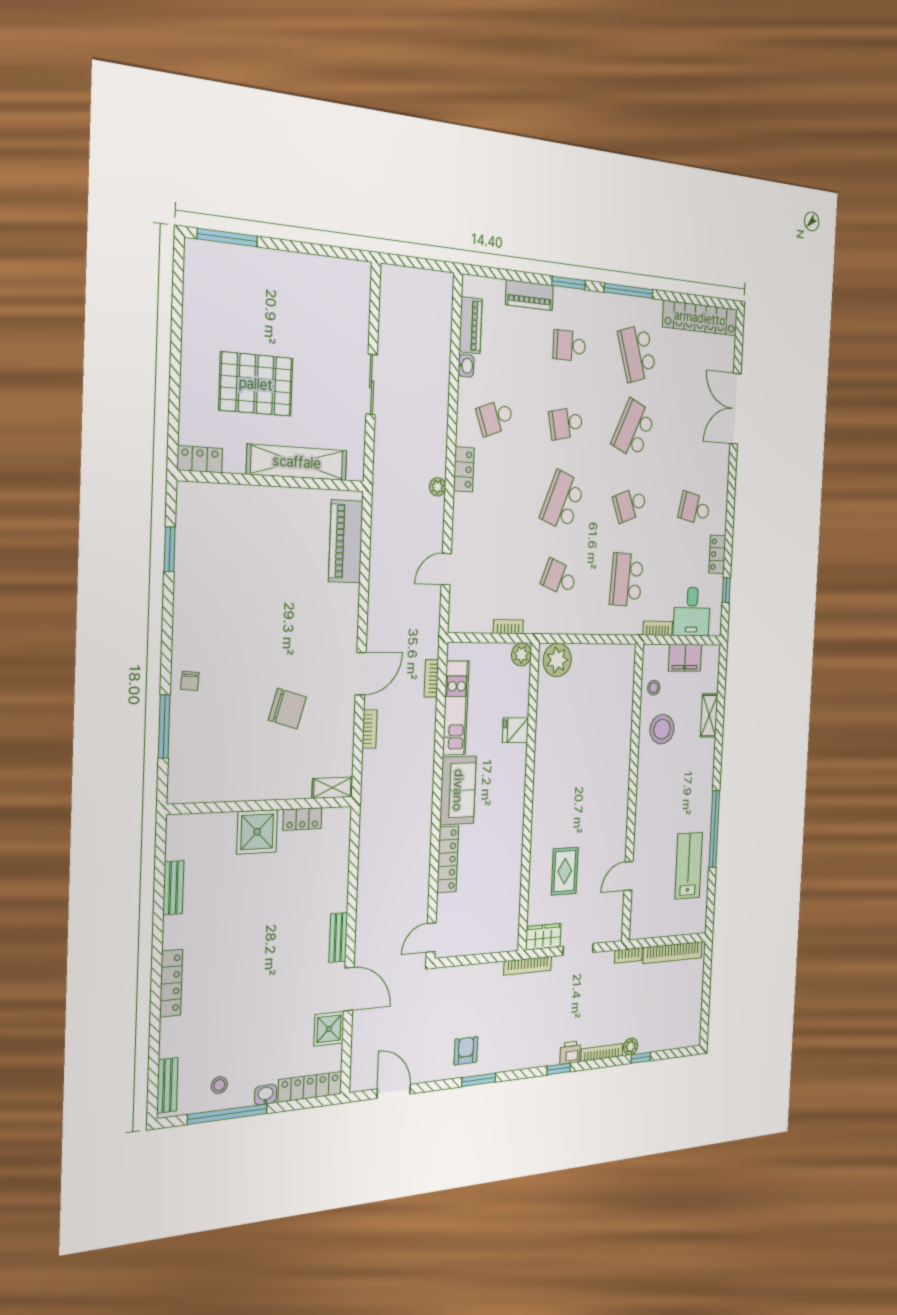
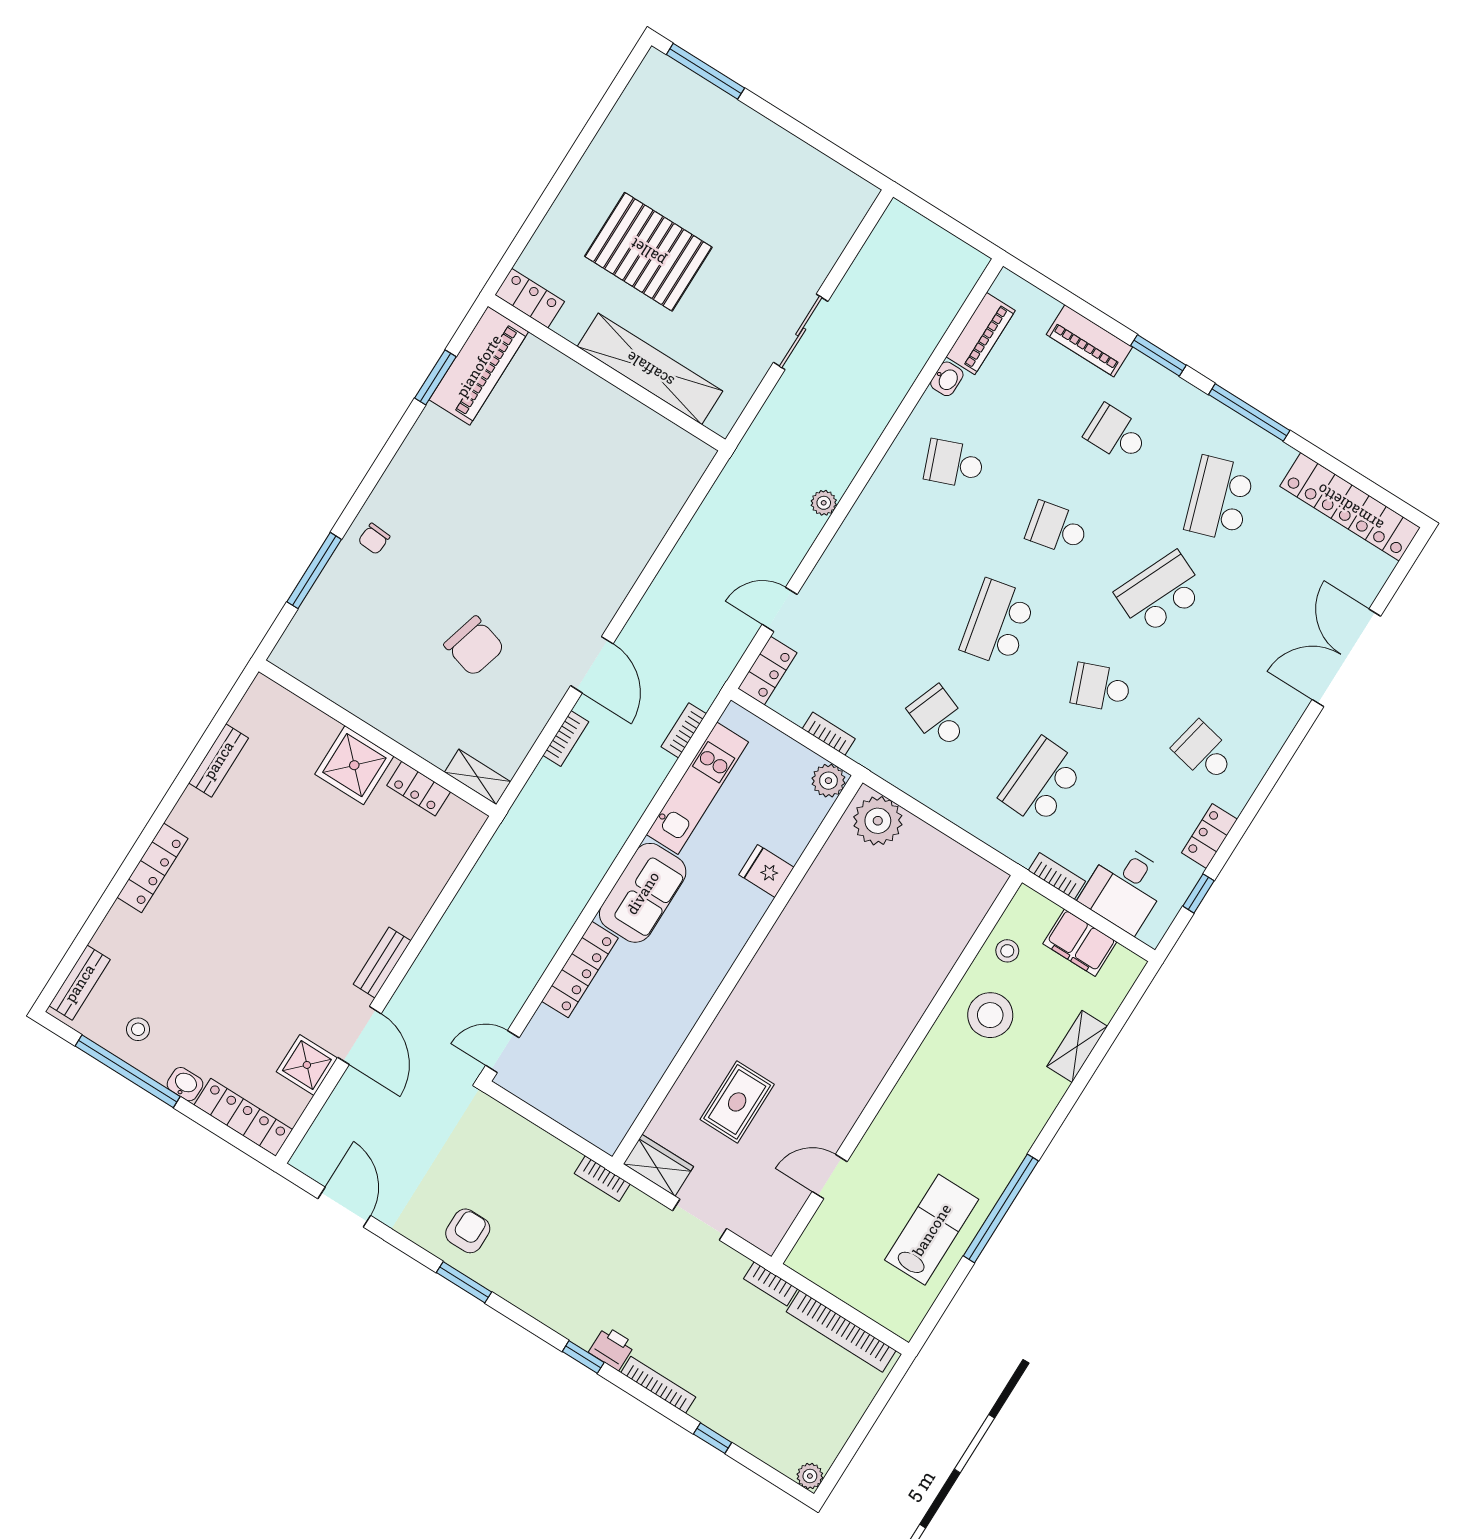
locker: (464, 469) -> (767, 671), moved
school desk: (562, 501) -> (998, 623), turned -33
piano: (346, 541) -> (479, 366), moved, turned 180
door: (361, 674) -> (592, 665), hinge flipped
bookcase: (528, 966) -> (602, 1179), width x0.64
plant: (631, 1047) -> (810, 1476), moved

